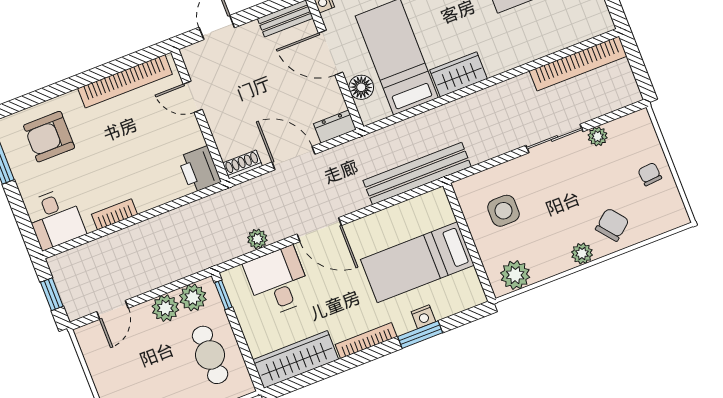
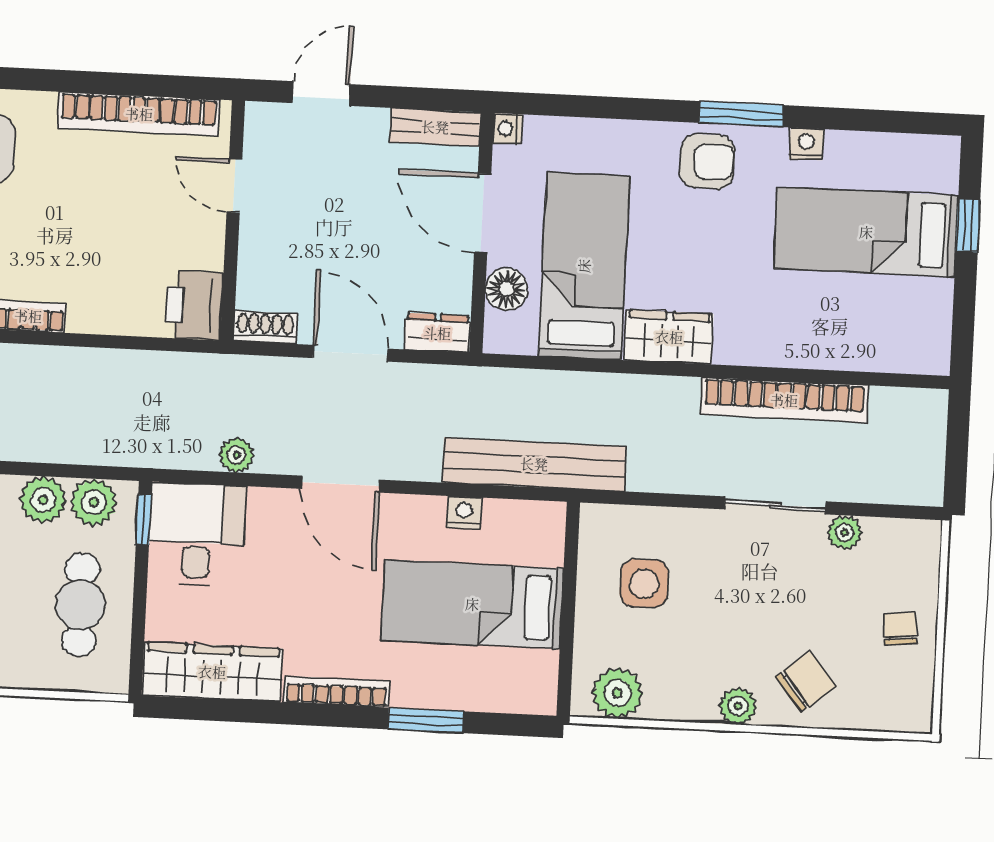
bookcase: (578, 64) -> (784, 400), moved
desk: (278, 281) -> (197, 535), moved
nightstand: (423, 317) -> (464, 513), moved, turned 180

